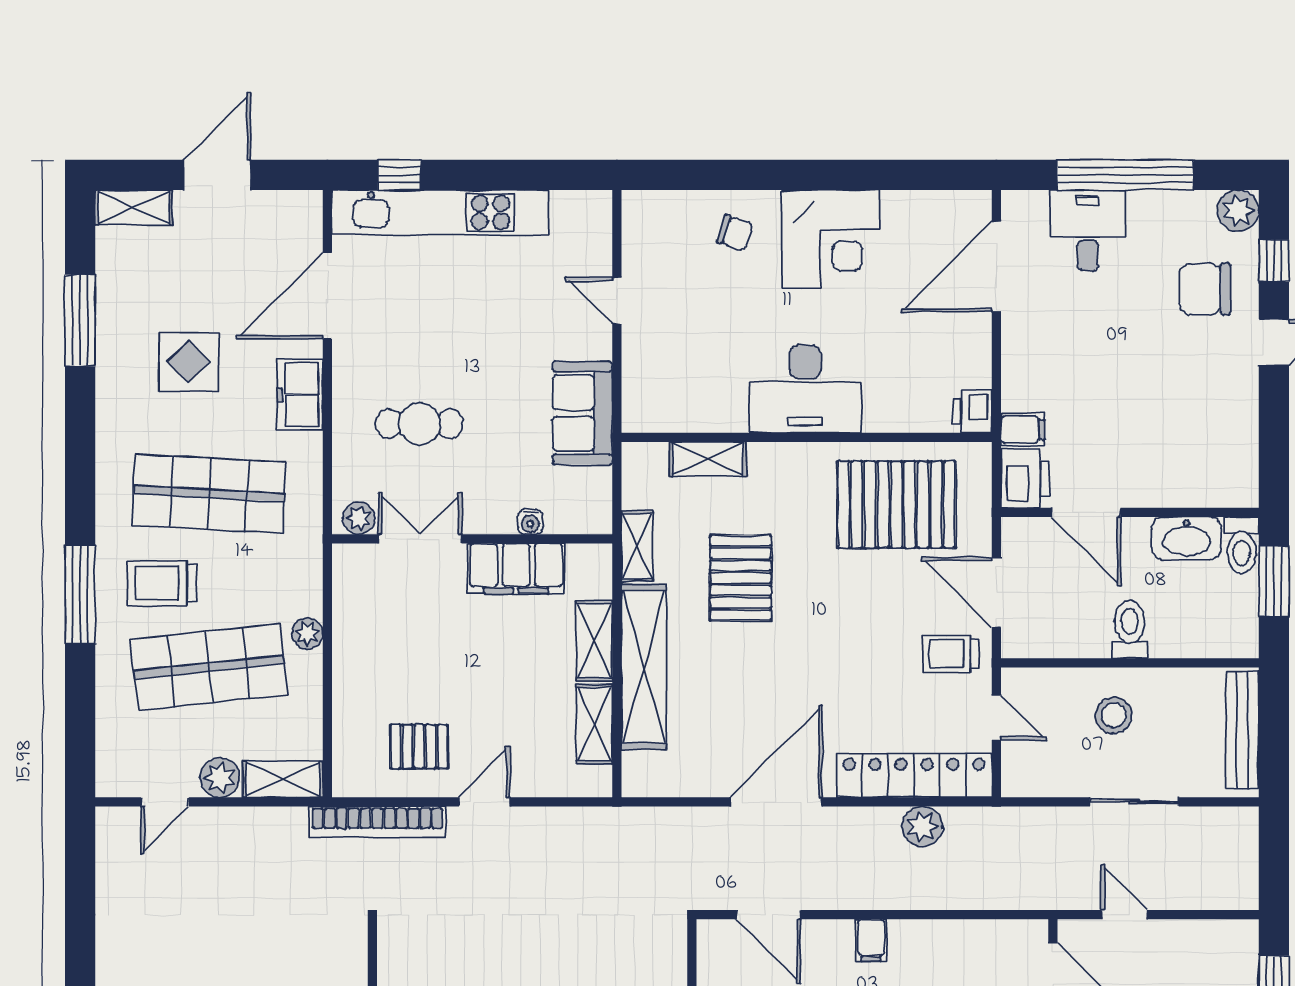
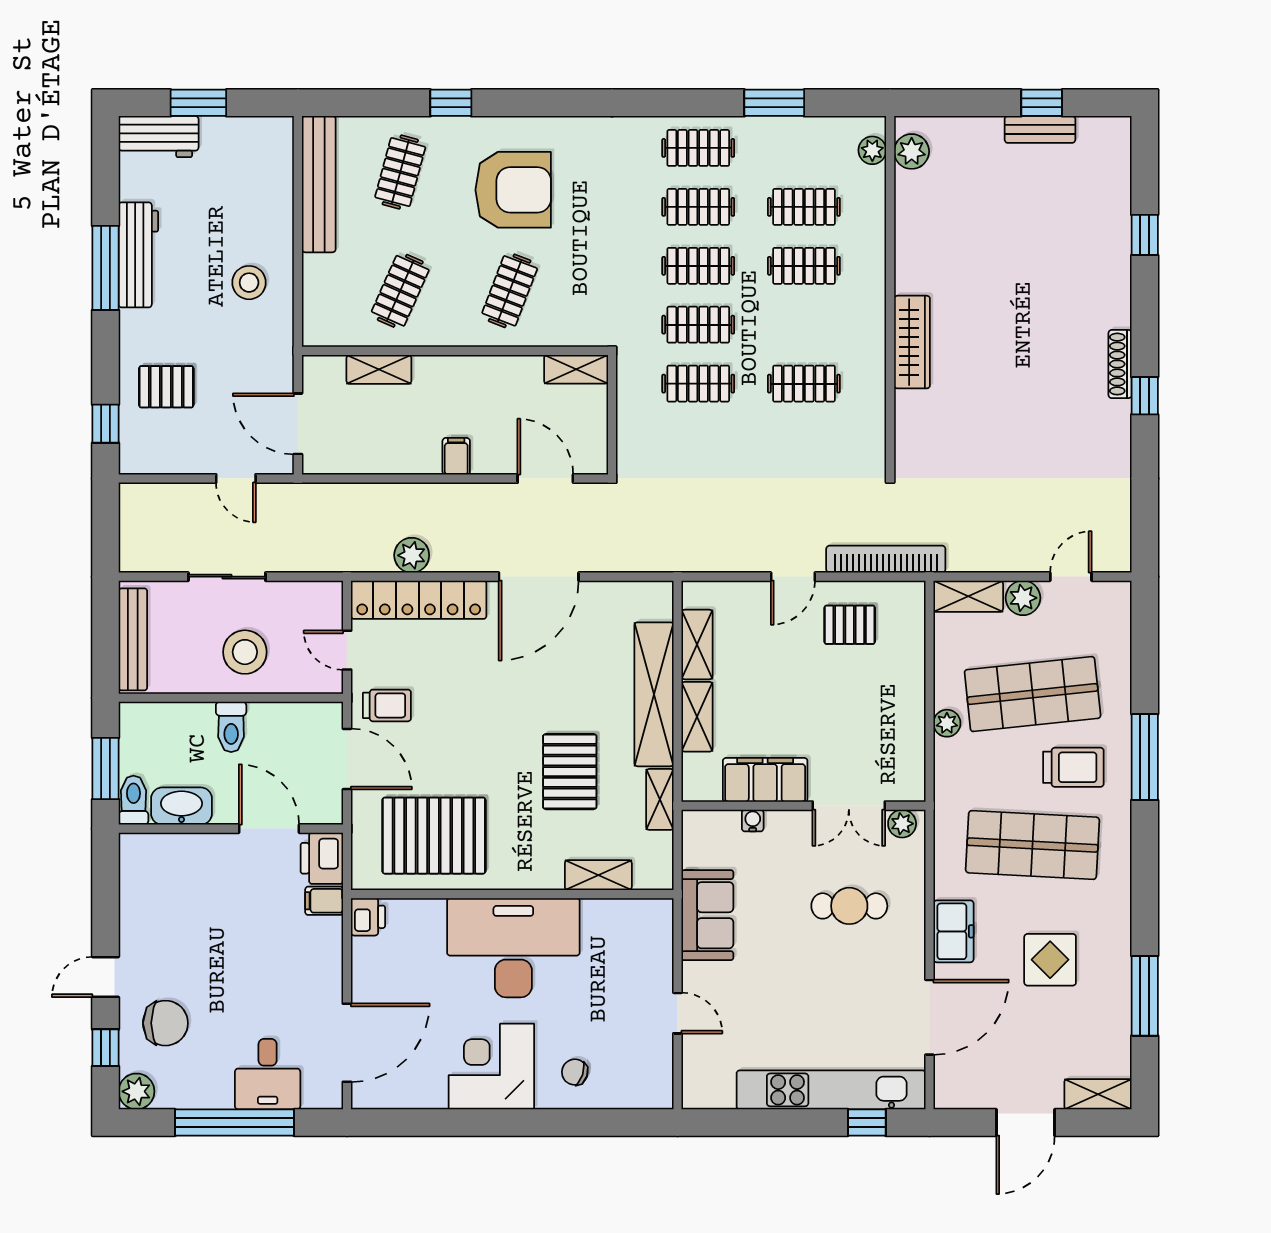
desk: (805, 389) -> (513, 948), width x1.36, depth x1.30
stool: (1114, 715) -> (245, 652), width x1.38, depth x1.38

